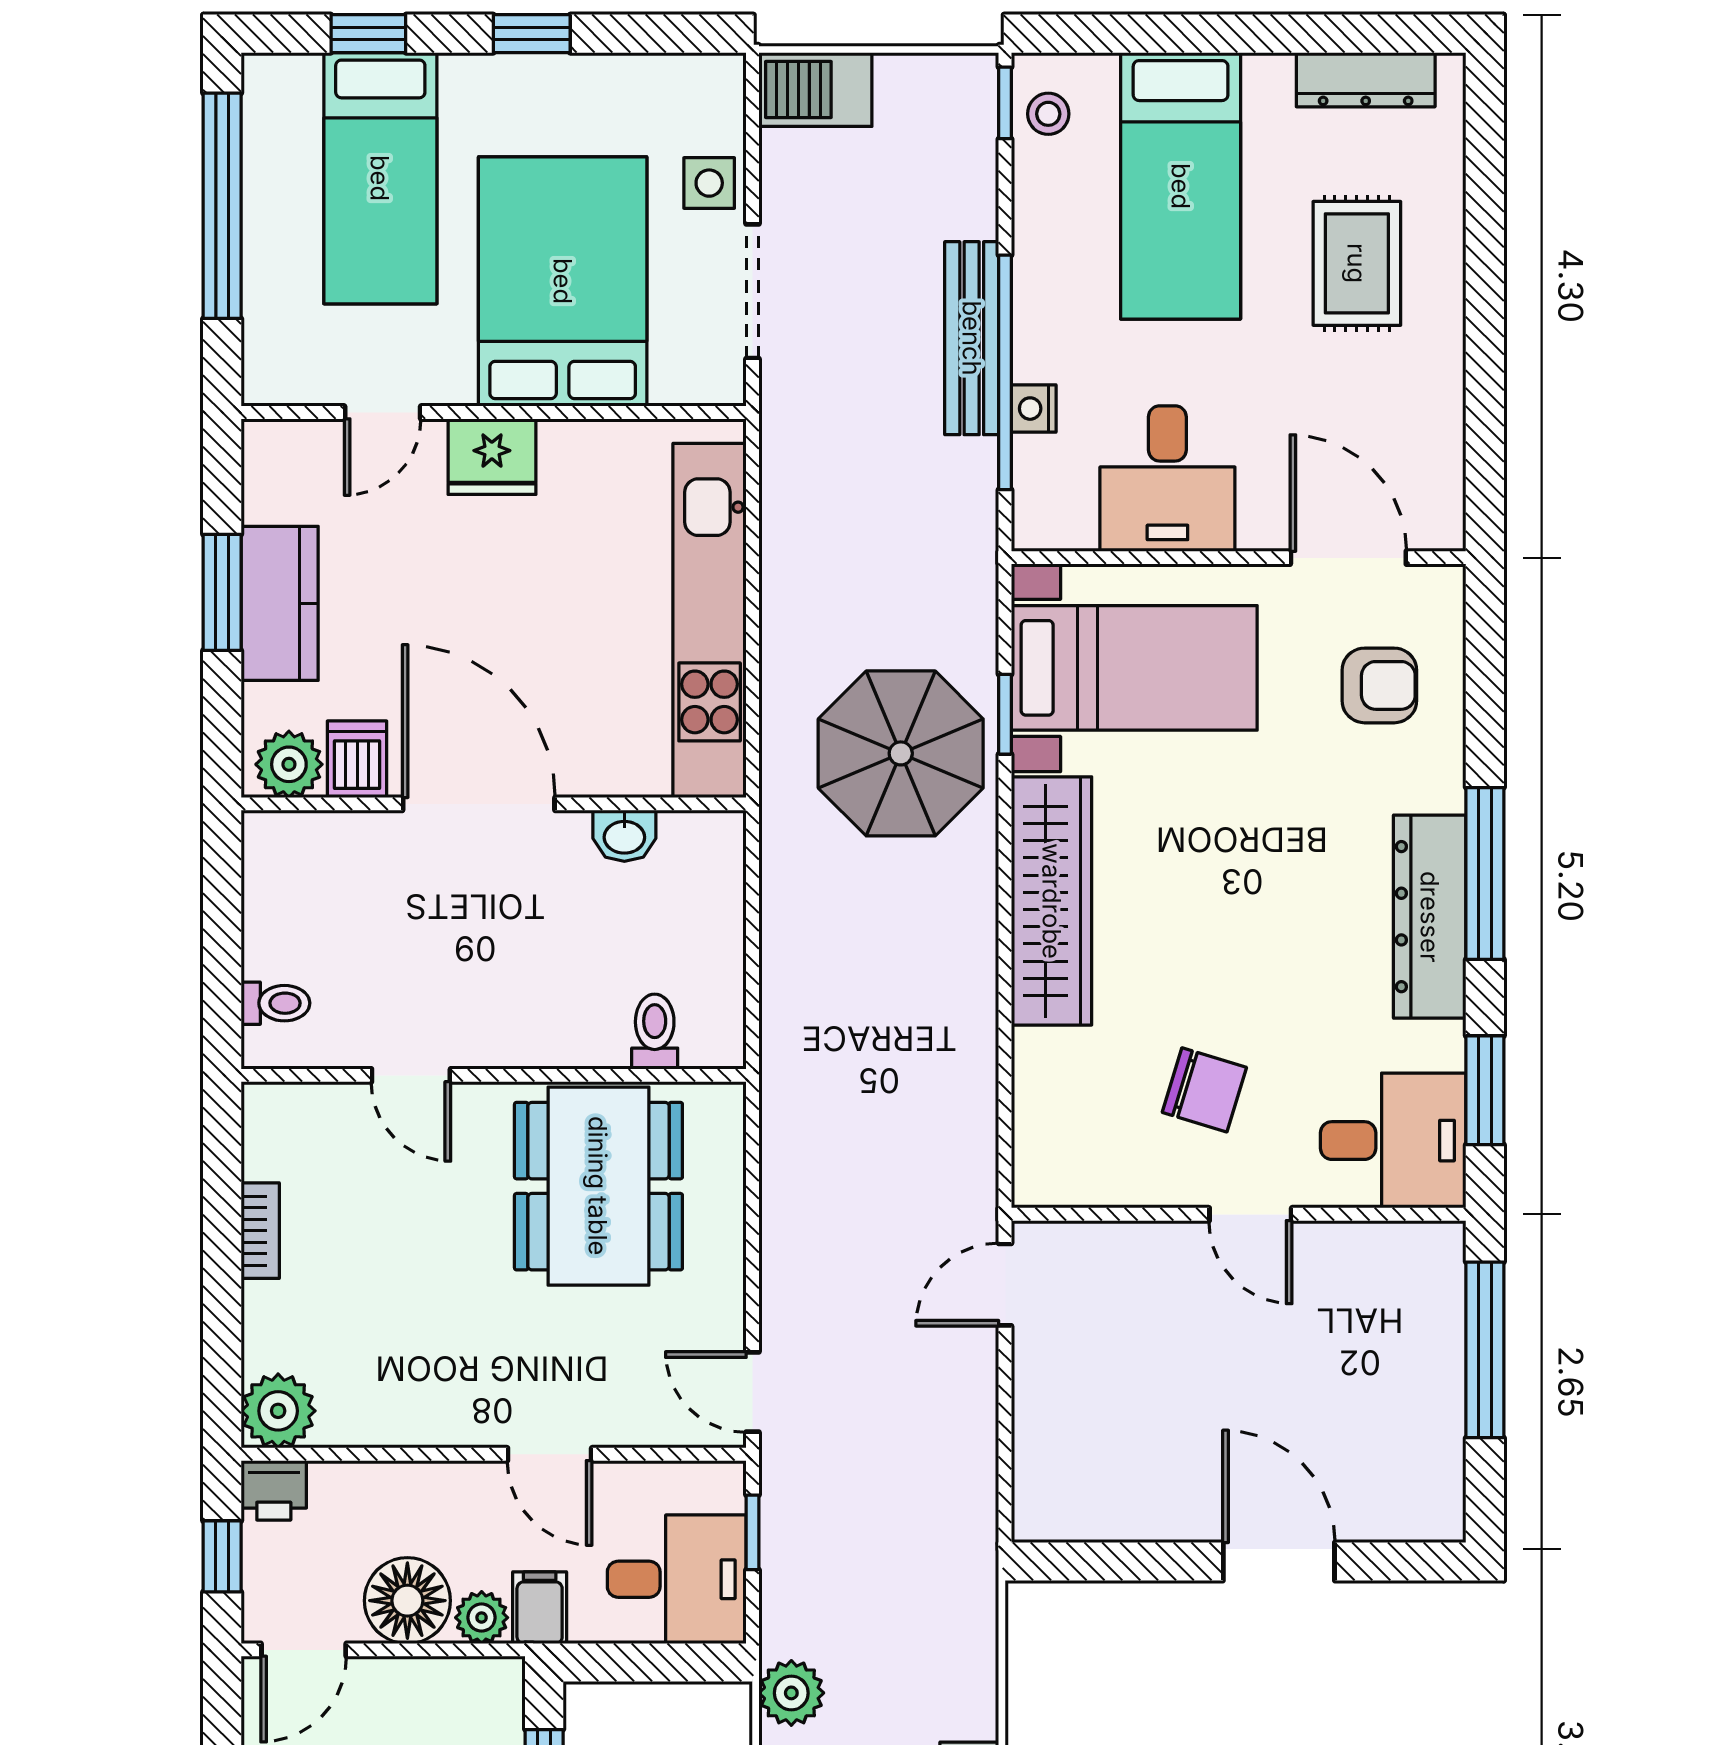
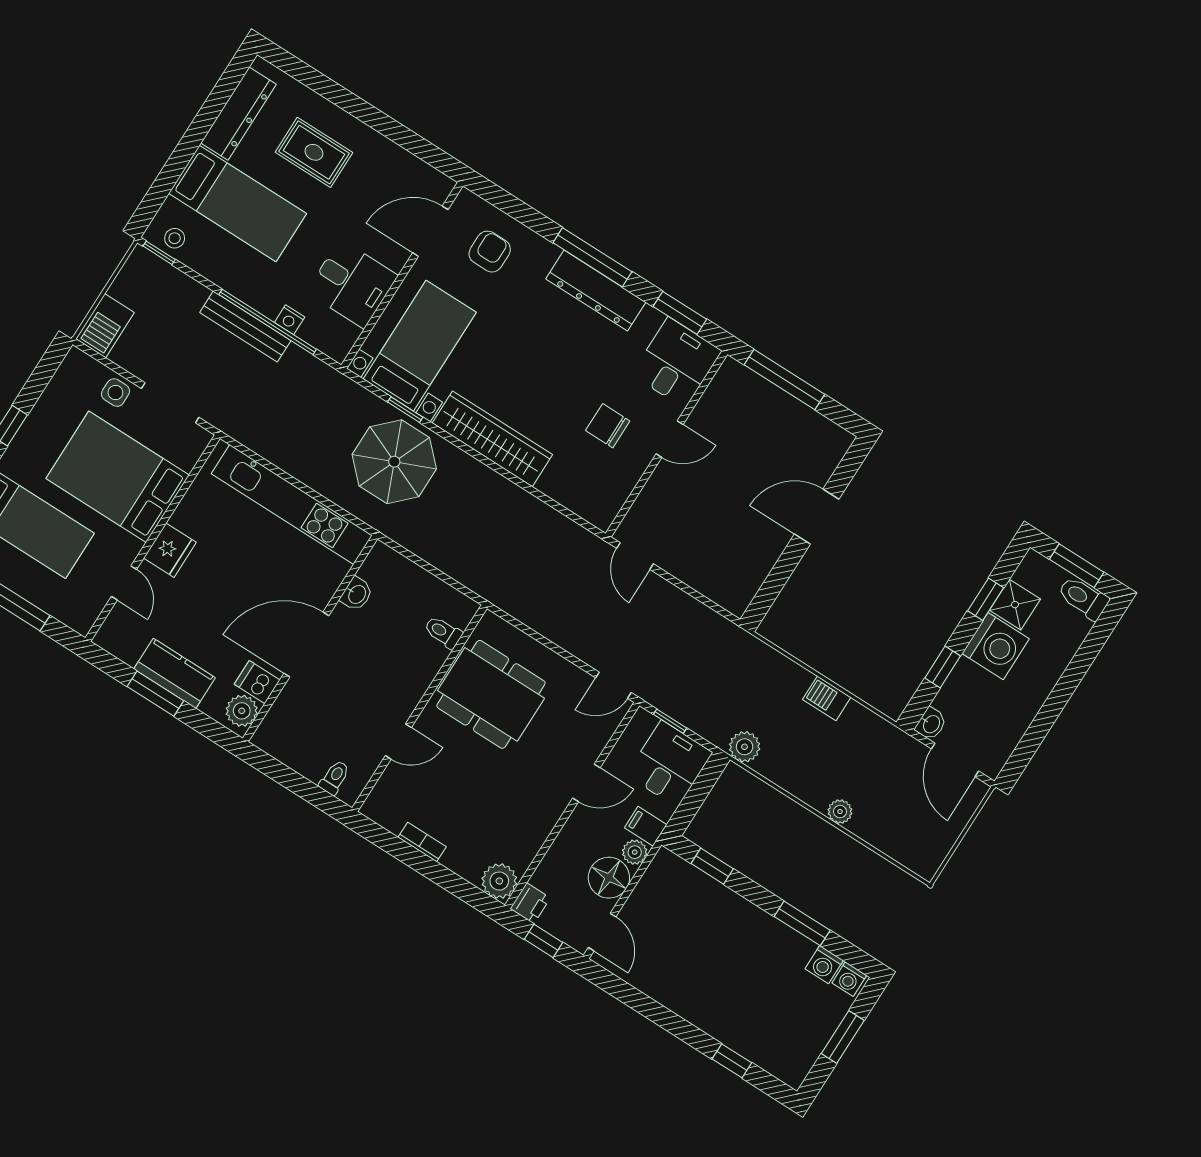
dresser: (1366, 80) -> (238, 114), width x1.37, depth x1.24
chair: (1204, 1090) -> (608, 426), turned -107

